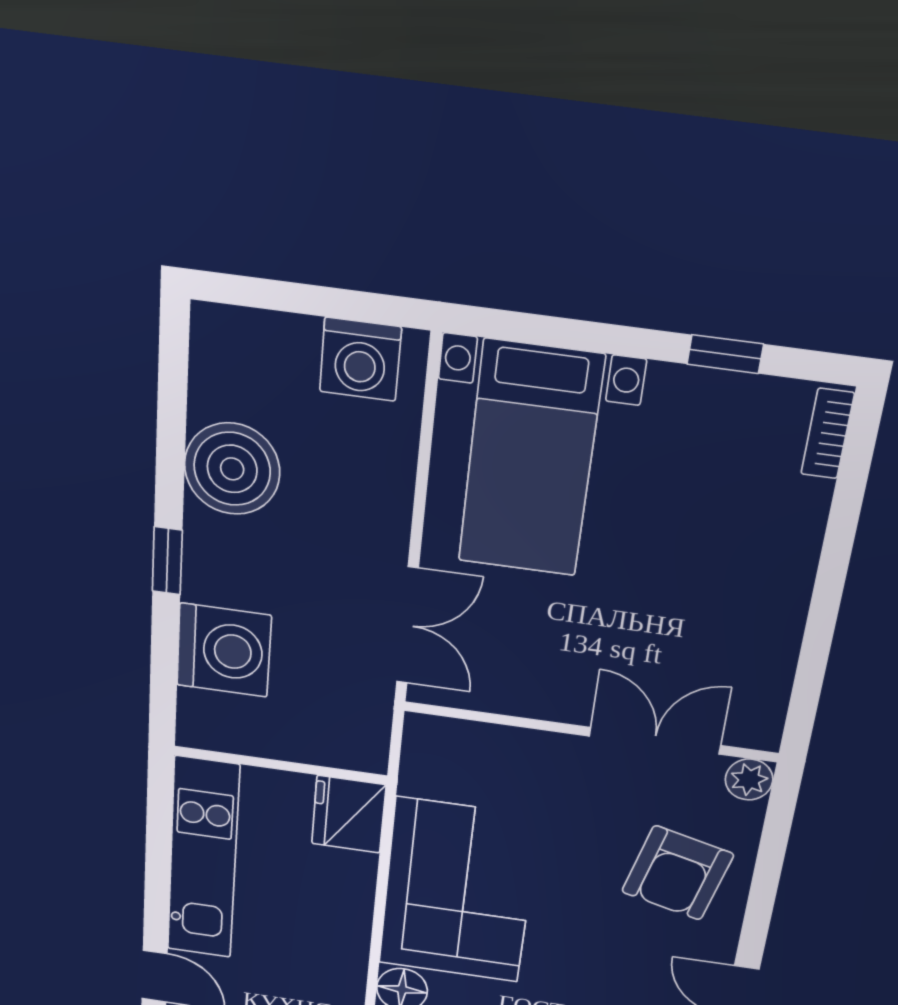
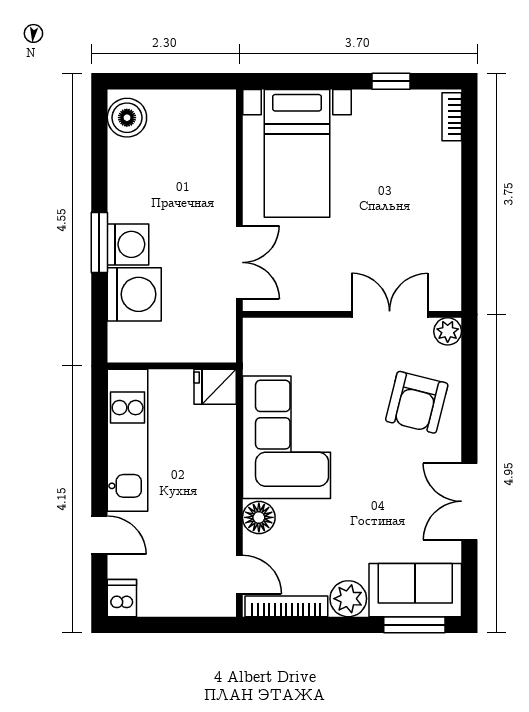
washing machine: (360, 359) -> (128, 244), moved, turned -90
boiler: (232, 469) -> (127, 118), moved, width x0.73, depth x0.73
window: (167, 561) -> (99, 242), width x1.50
fridge: (349, 814) -> (215, 387), width x0.72

